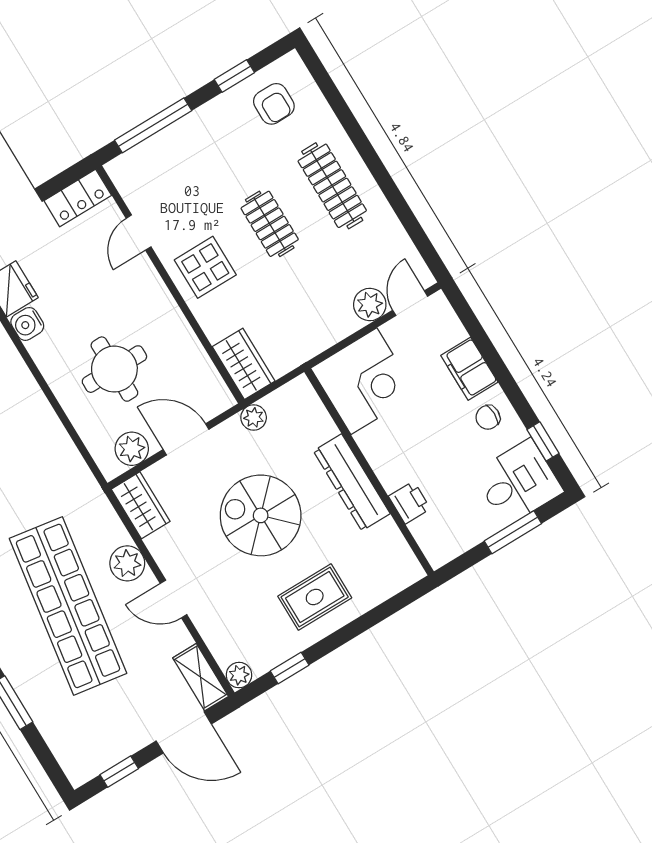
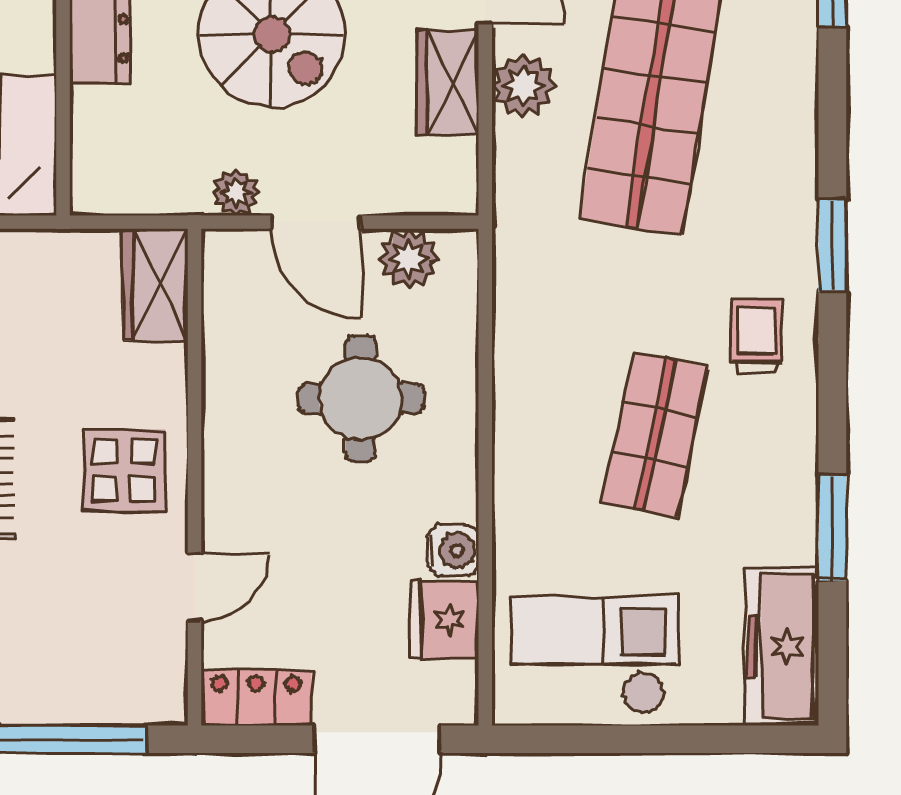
plant: (254, 417) -> (236, 192), moved
wardrobe: (141, 505) -> (448, 83), moved

